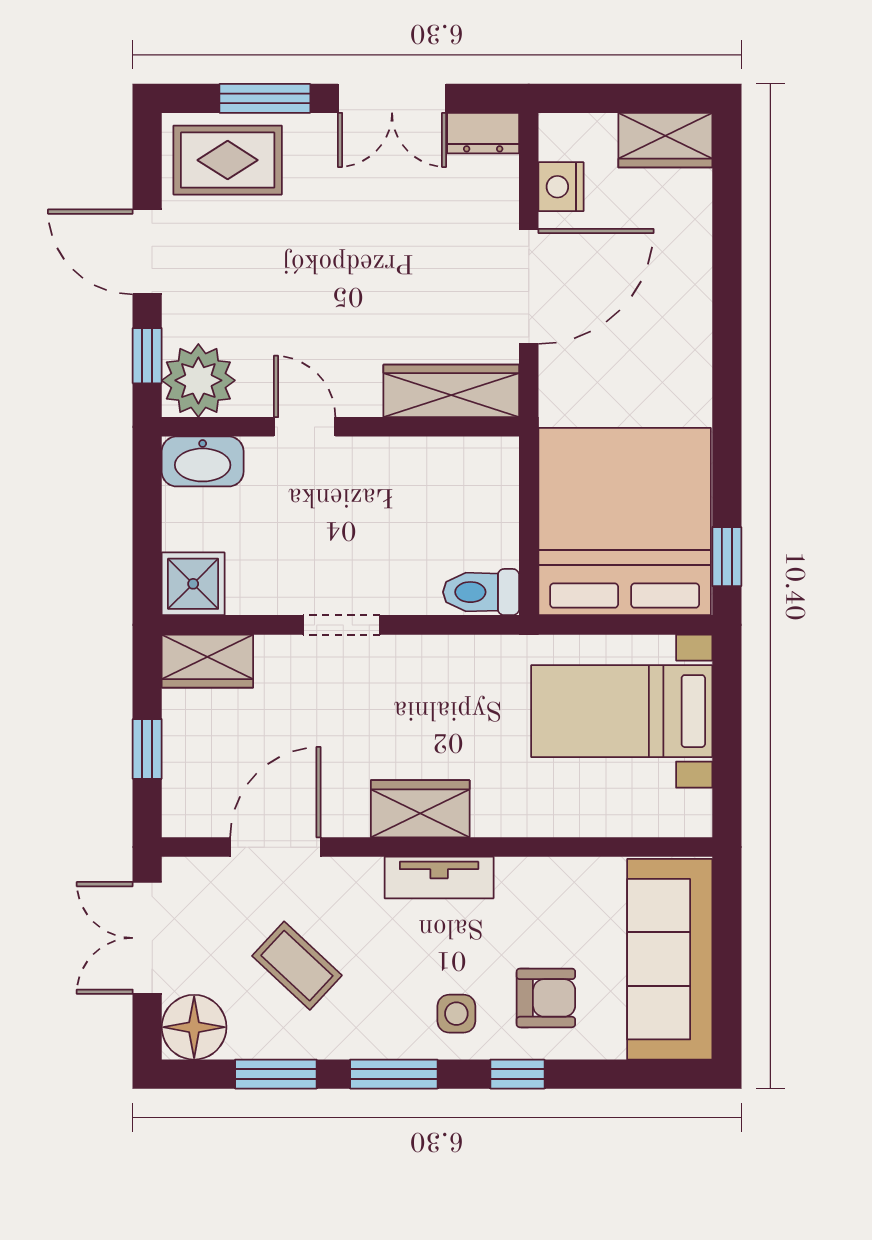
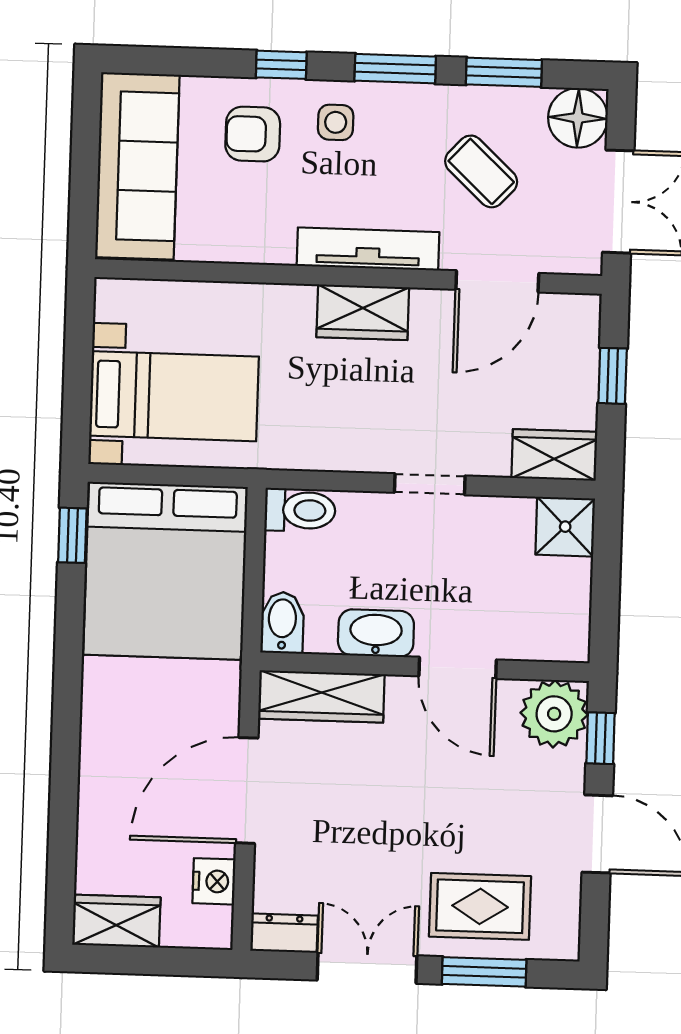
rug: (228, 160) -> (480, 906), moved
door: (305, 427) -> (458, 668), width x1.38
washbasin: (203, 461) -> (376, 633), moved
bidet: (496, 470) -> (282, 623), added
tv unit: (439, 878) -> (368, 249), width x1.41

